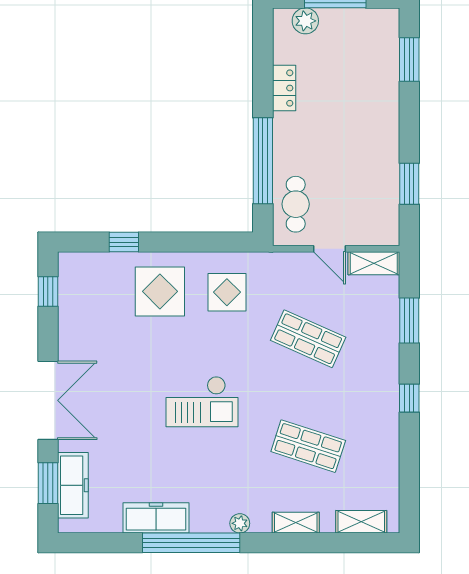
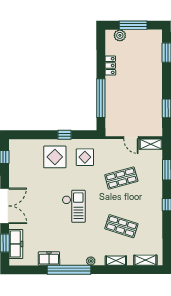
cafe table: (296, 204) -> (116, 118), removed
window: (124, 242) -> (65, 135), moved
shop shelf: (308, 339) -> (121, 178), turned -39
checkout: (202, 402) -> (74, 206), turned -90
freezer: (156, 518) -> (49, 259), width x0.71

